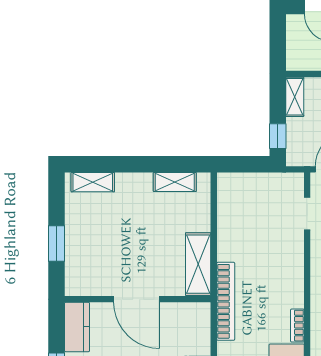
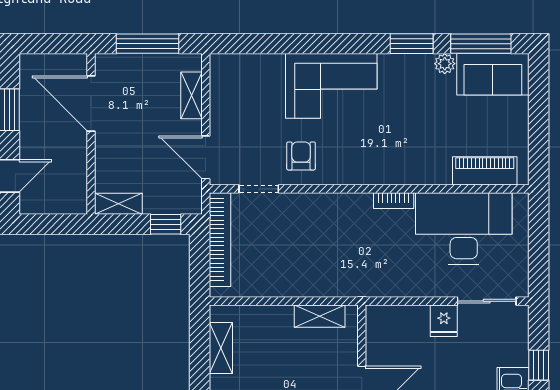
shelving: (198, 264) -> (320, 316), width x0.67, depth x0.75
bookcase: (226, 301) -> (220, 240), moved, turned 90

